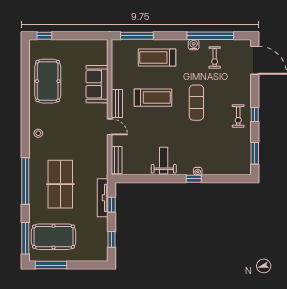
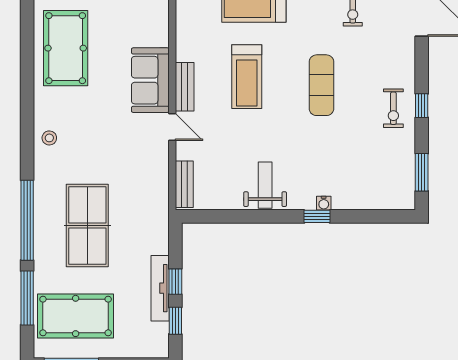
sofa: (97, 84) -> (150, 80), moved
treadmill: (153, 98) -> (247, 77), turned 90
tv unit: (103, 198) -> (160, 288), moved
window: (111, 205) -> (175, 282), moved
window: (25, 238) -> (27, 298), moved

